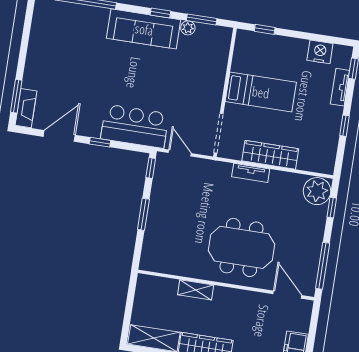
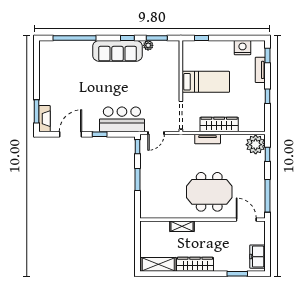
door: (180, 153) -> (156, 133), swing flipped

